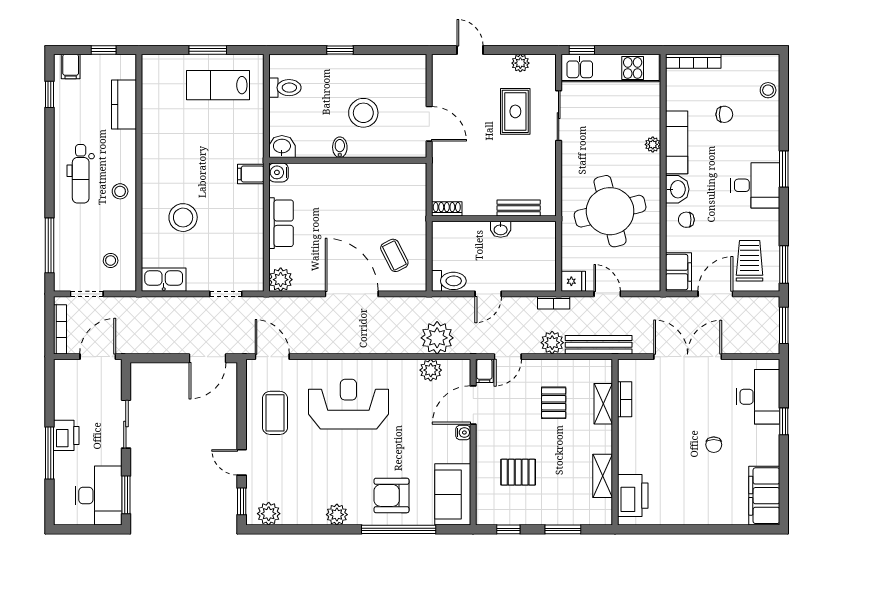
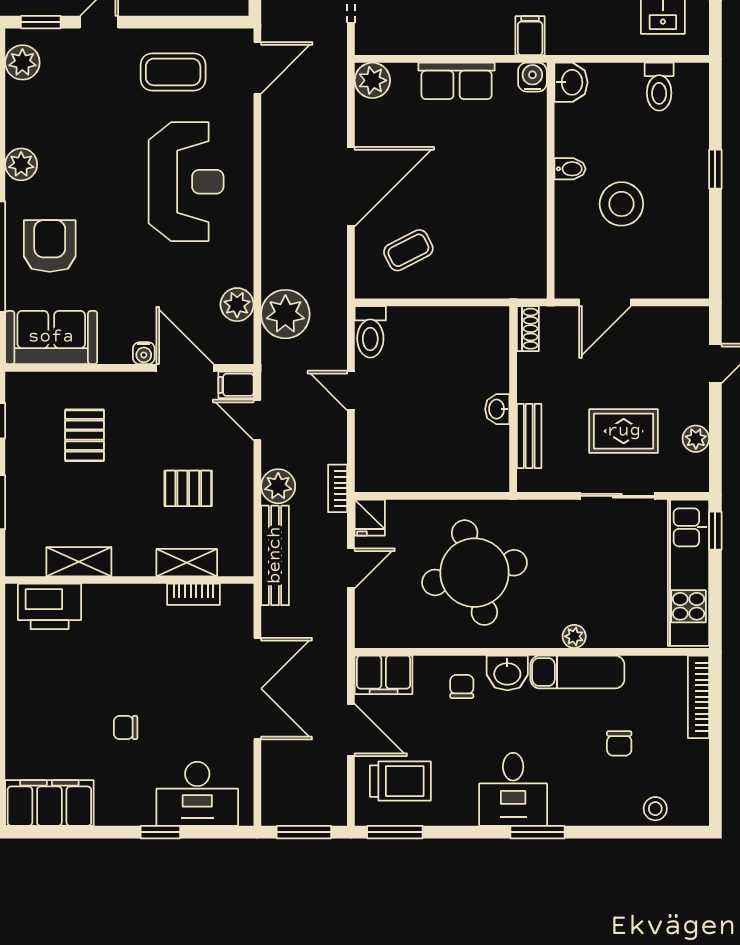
bench: (519, 208) -> (529, 436), moved
shoe rack: (447, 209) -> (528, 329), moved
wall: (494, 219) -> (513, 399), moved
washbasin: (501, 229) -> (497, 409), moved

